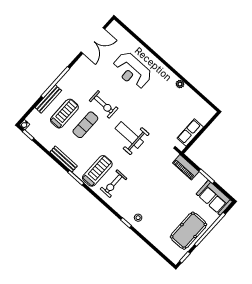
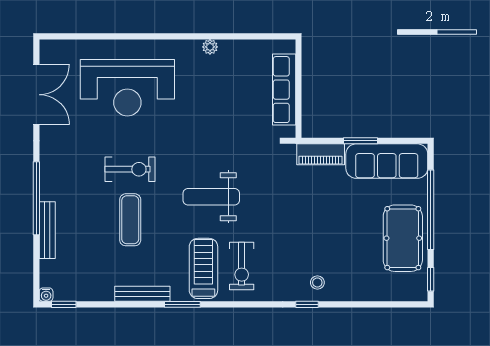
reception desk: (132, 71) -> (127, 88), width x1.36, depth x1.30
treadmill: (64, 114) -> (87, 230), removed
row of seats: (190, 133) -> (284, 90), width x1.48
weight bench: (129, 135) -> (211, 197), moved
sofa: (214, 198) -> (387, 161), width x1.36

